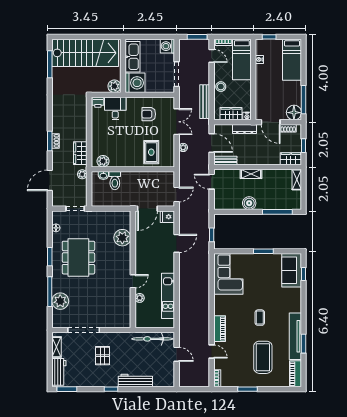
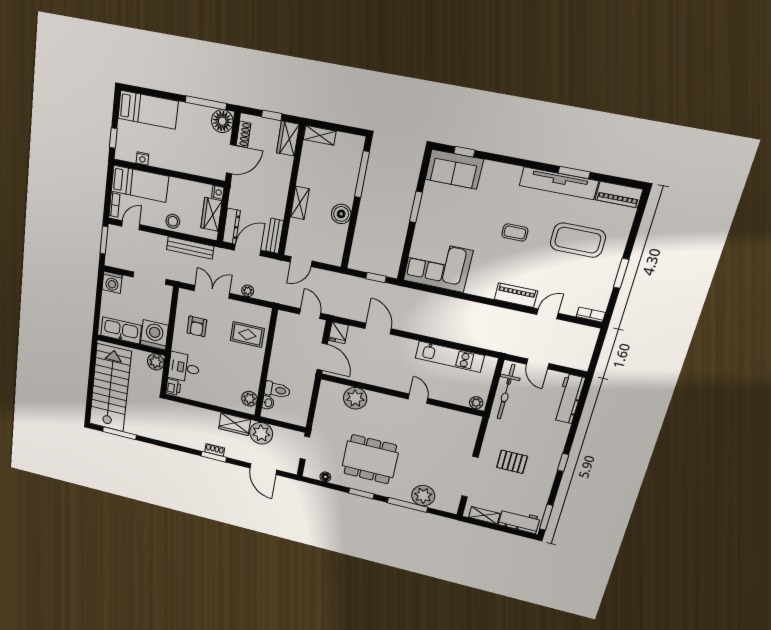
dresser: (245, 129) -> (231, 226), moved
plant: (82, 174) -> (261, 433), width x1.88, depth x1.88
plant: (140, 298) -> (476, 403), moved
door: (177, 354) -> (538, 364), swing flipped
workbench: (135, 381) -> (569, 399), moved

